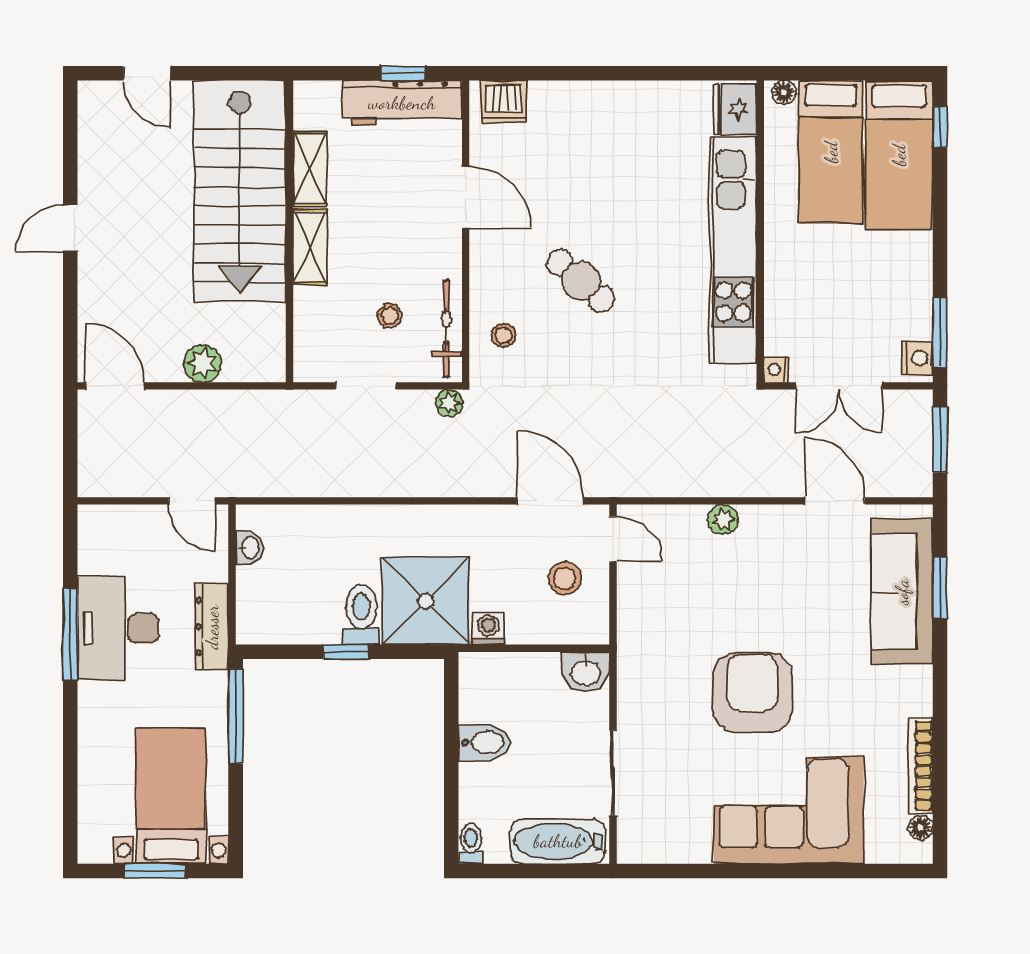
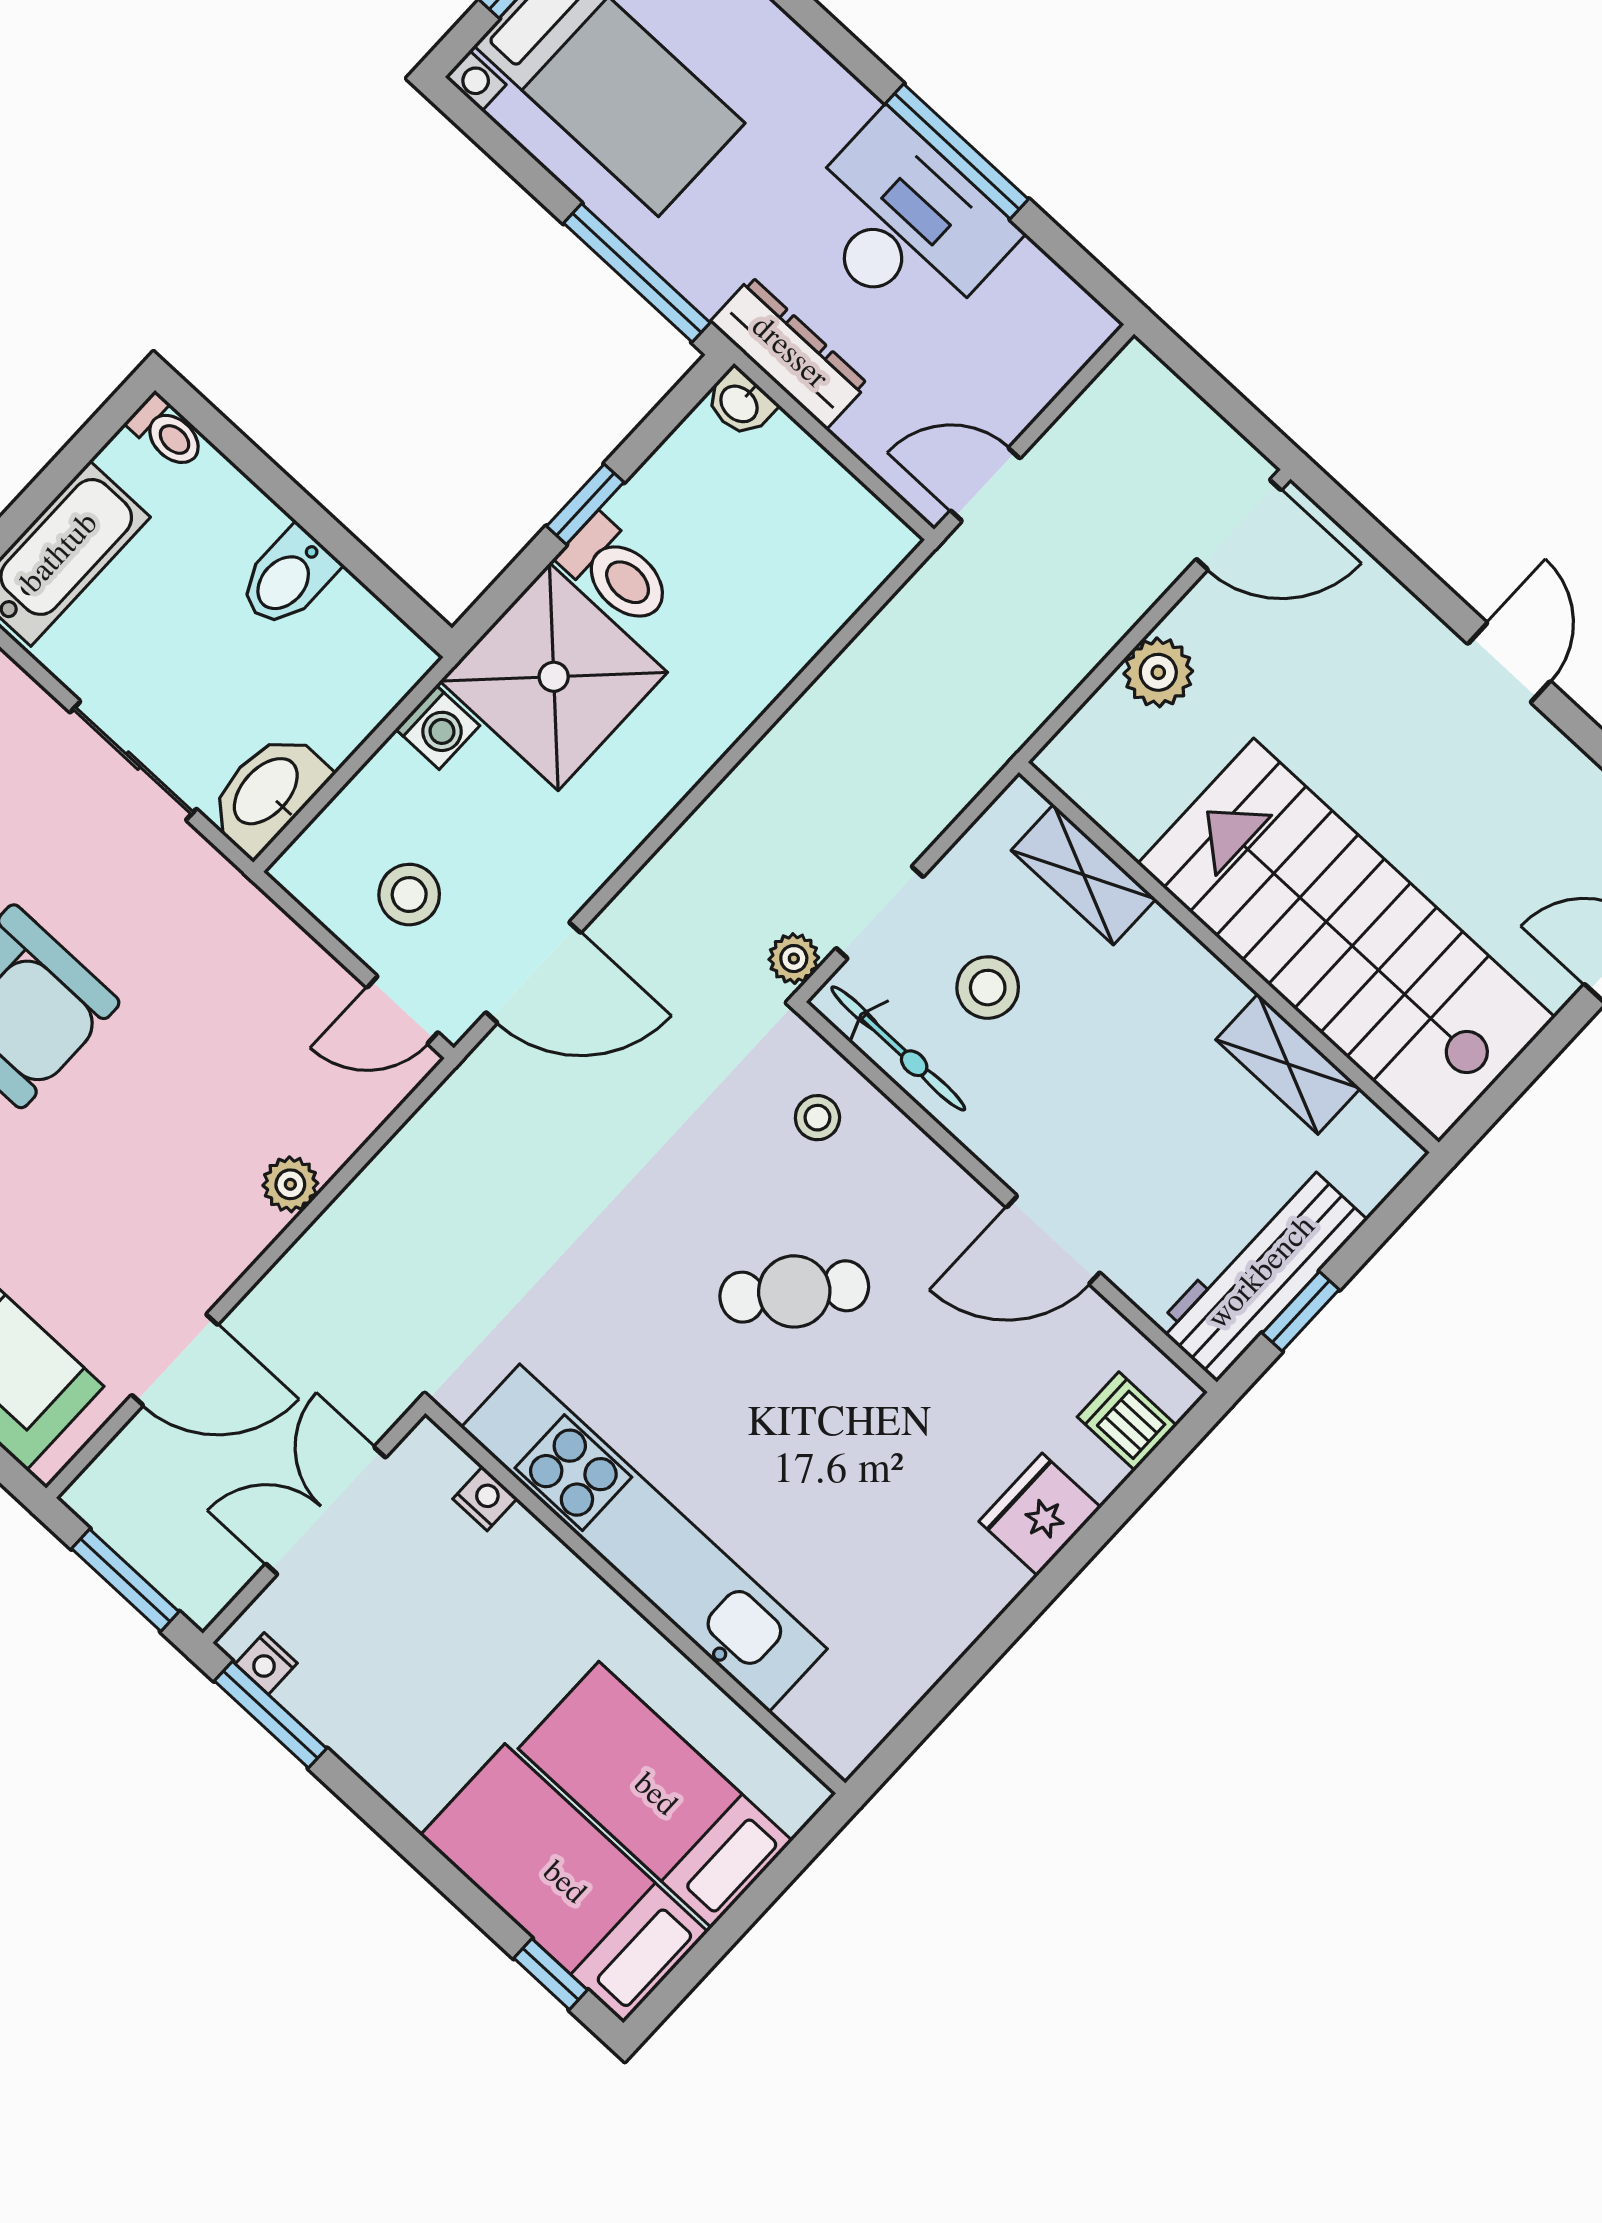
floor lamp: (784, 92) -> (795, 1806), removed
dishwasher: (504, 102) -> (1127, 1421), width x0.73
fridge: (735, 109) -> (1040, 1514), moved, turned -90
shelving: (310, 247) -> (1083, 875), moved
stool: (390, 316) -> (988, 988), width x1.37, depth x1.37
nightstand: (917, 358) -> (266, 1663), width x0.72, depth x0.74
nightstand: (776, 370) -> (485, 1498), moved
doorway: (366, 386) -> (880, 912), moved
washbasin: (249, 548) -> (740, 403), moved
washbasin: (586, 672) -> (267, 793), width x1.38
sliding door: (613, 773) -> (133, 761), moved

